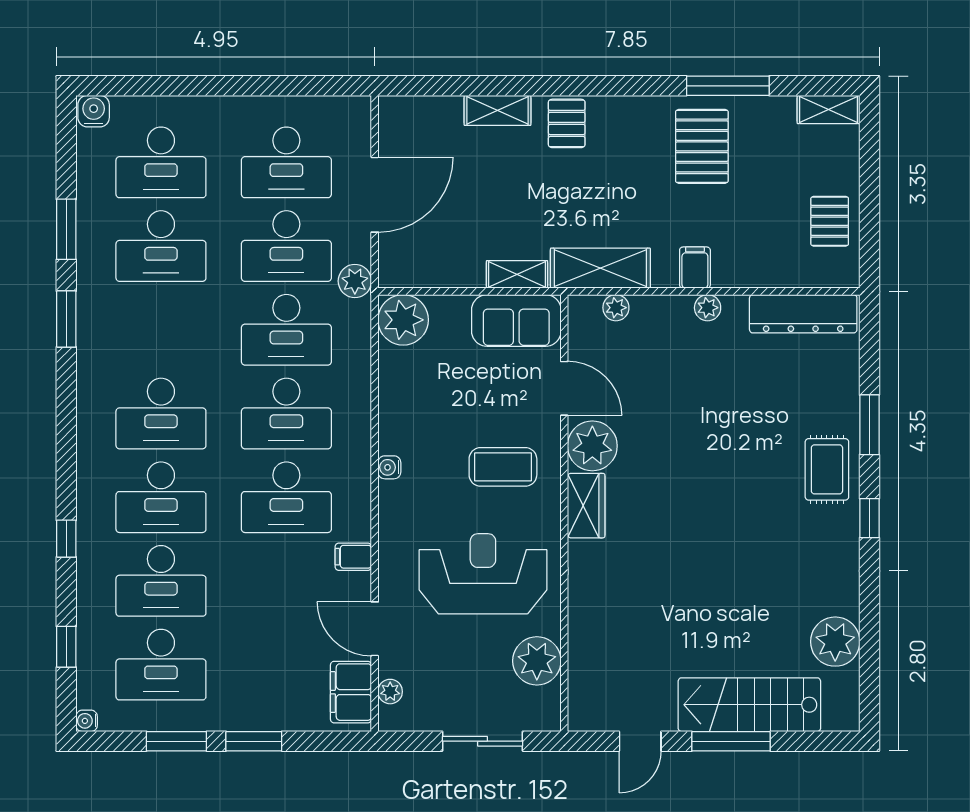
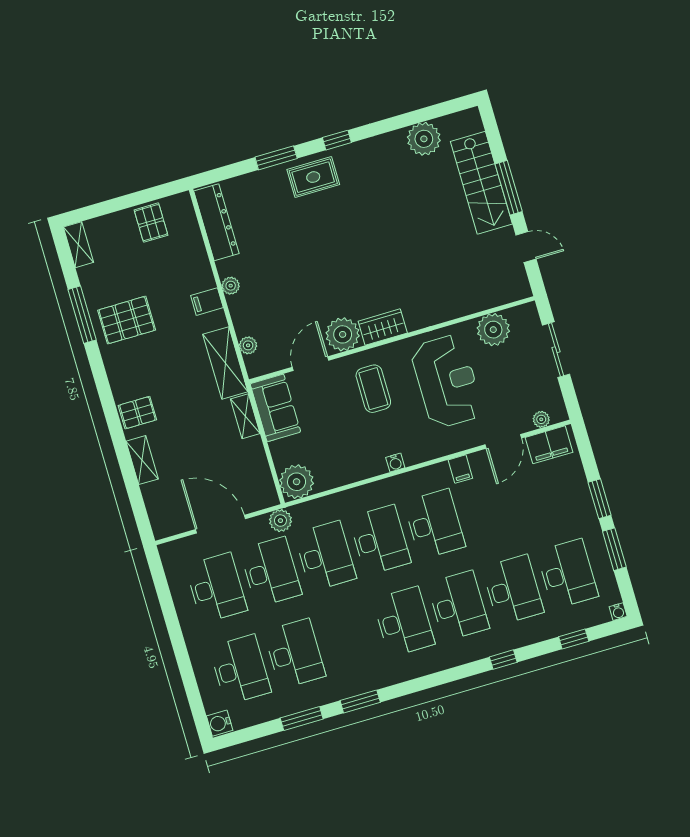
pallet: (830, 221) -> (151, 223), turned 90
reception desk: (483, 574) -> (447, 381), turned 180

